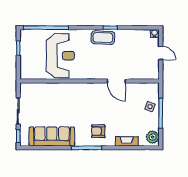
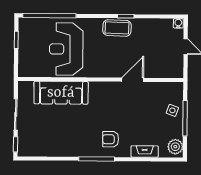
reception desk: (60, 56) -> (66, 49), turned 180
door: (116, 81) -> (133, 80), swing flipped
sofa: (52, 136) -> (61, 93), moved, turned 180

